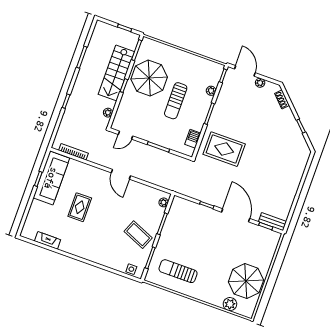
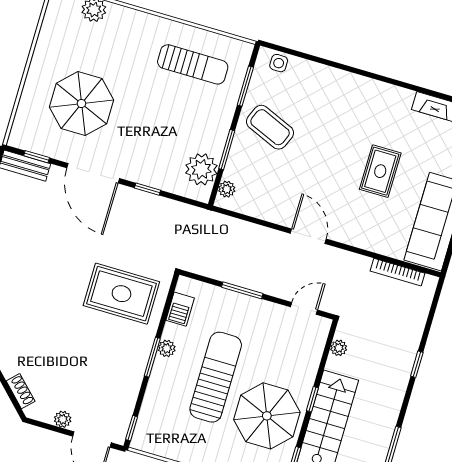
plant: (211, 91) -> (167, 348), moved
sun lounger: (176, 101) -> (216, 377), width x1.36, depth x1.34
plant: (177, 214) -> (201, 169), added
parasol: (246, 281) -> (81, 104), moved

